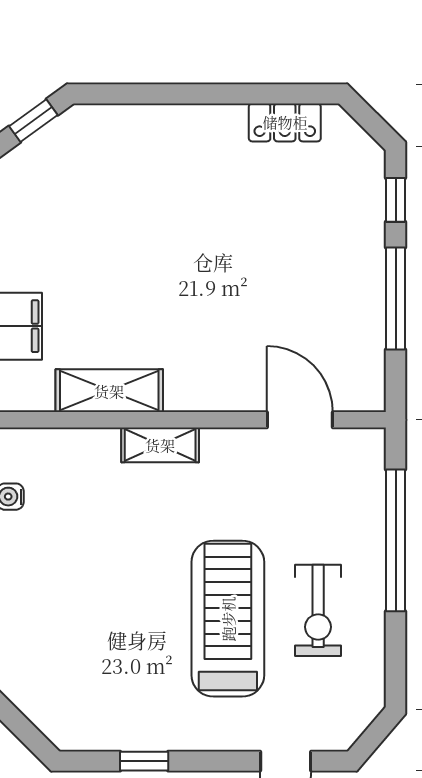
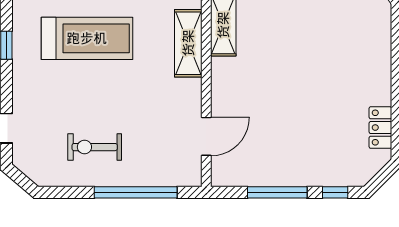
shelving: (160, 445) -> (188, 43), width x1.50, depth x1.33
treadmill: (228, 619) -> (87, 38), moved

